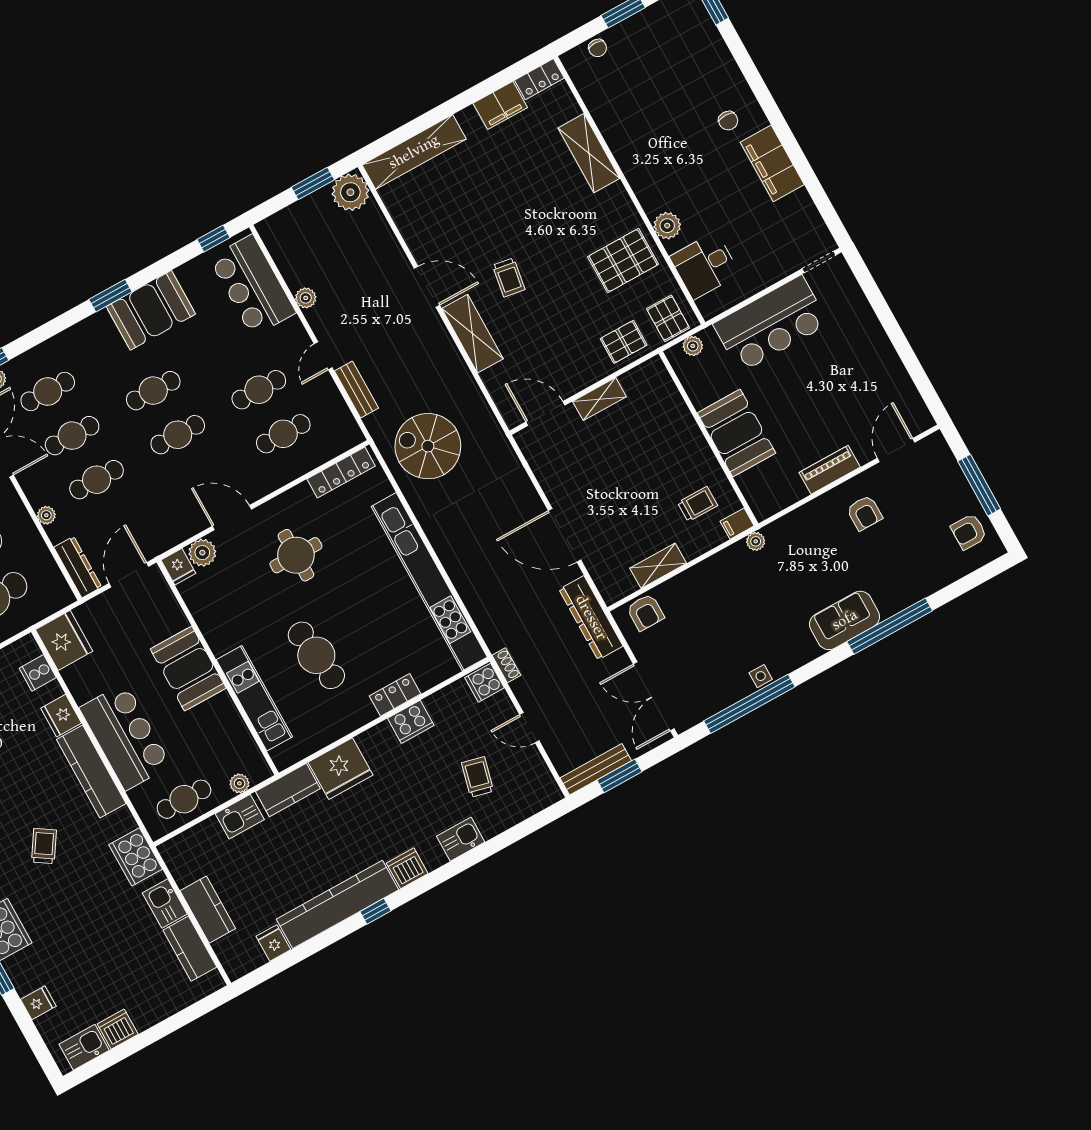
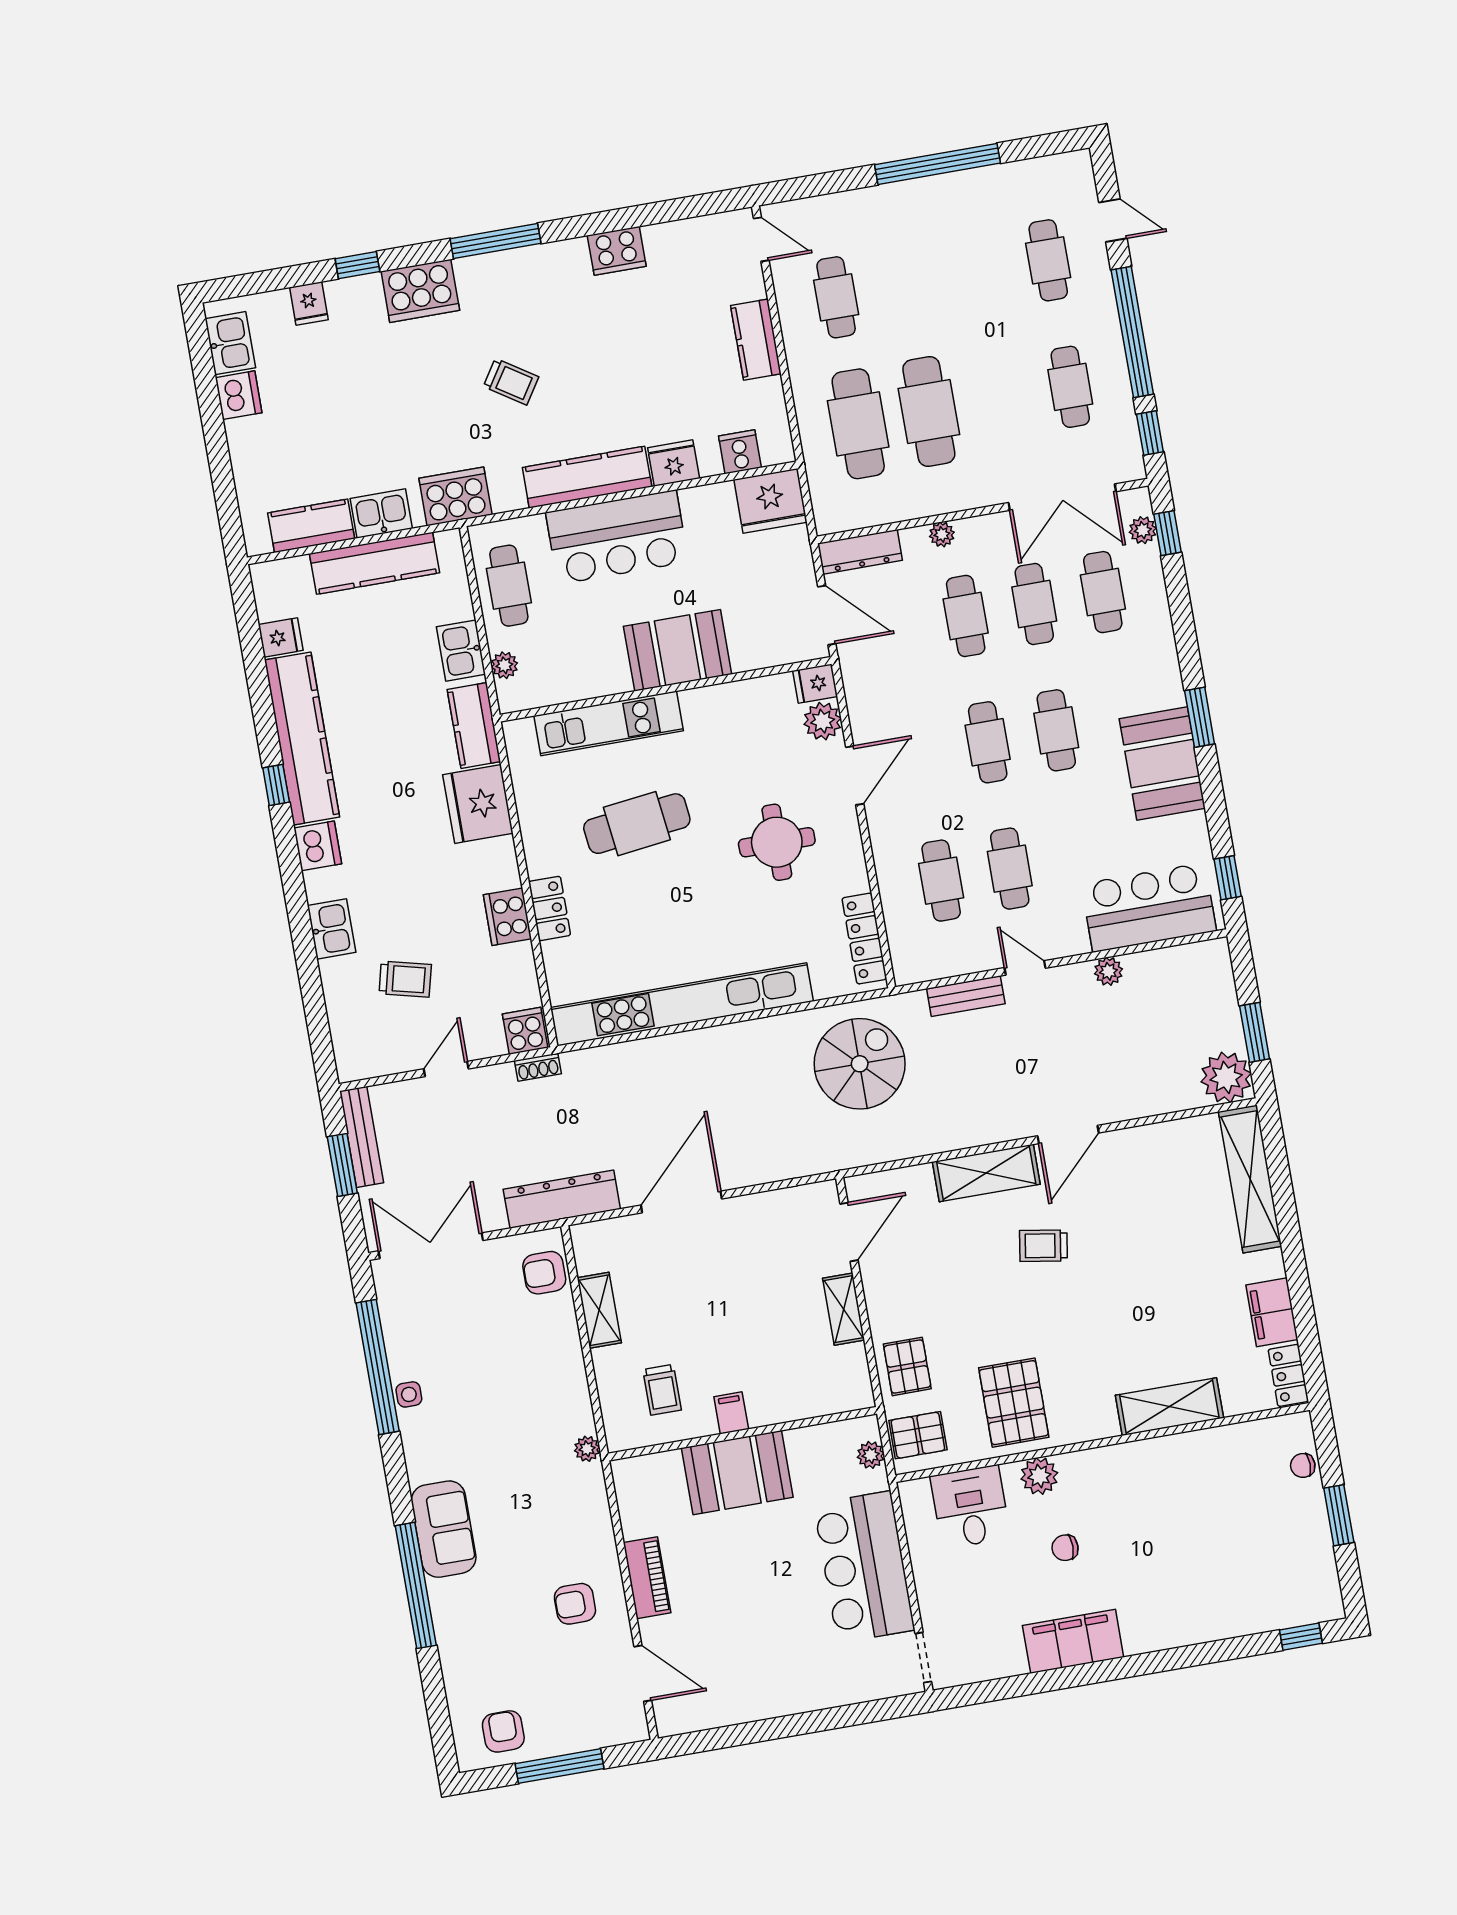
chair: (728, 121) -> (1065, 1548), moved
filing cabinet: (737, 524) -> (731, 1413), moved
kitchen counter: (208, 910) -> (374, 563), width x1.50

